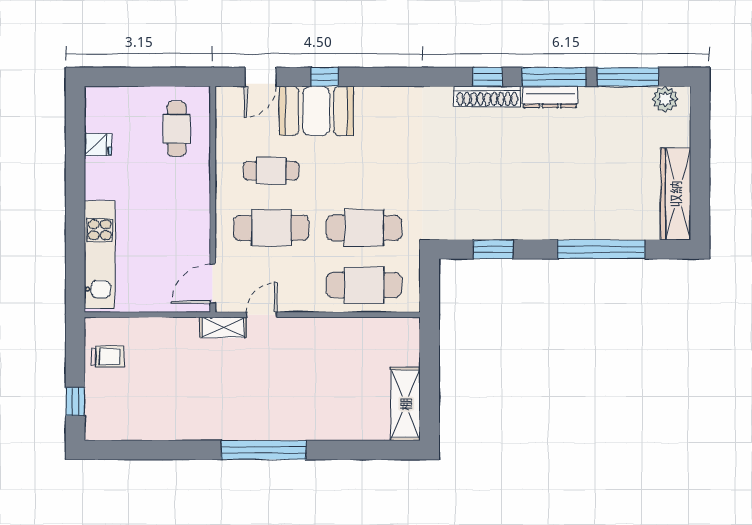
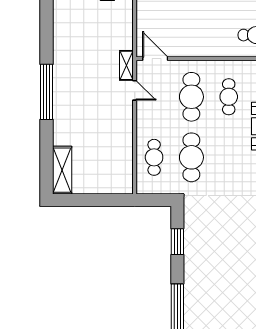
cafe table: (364, 285) -> (154, 157), width x0.73, depth x0.74
shelving: (406, 404) -> (62, 170), moved, turned 90

